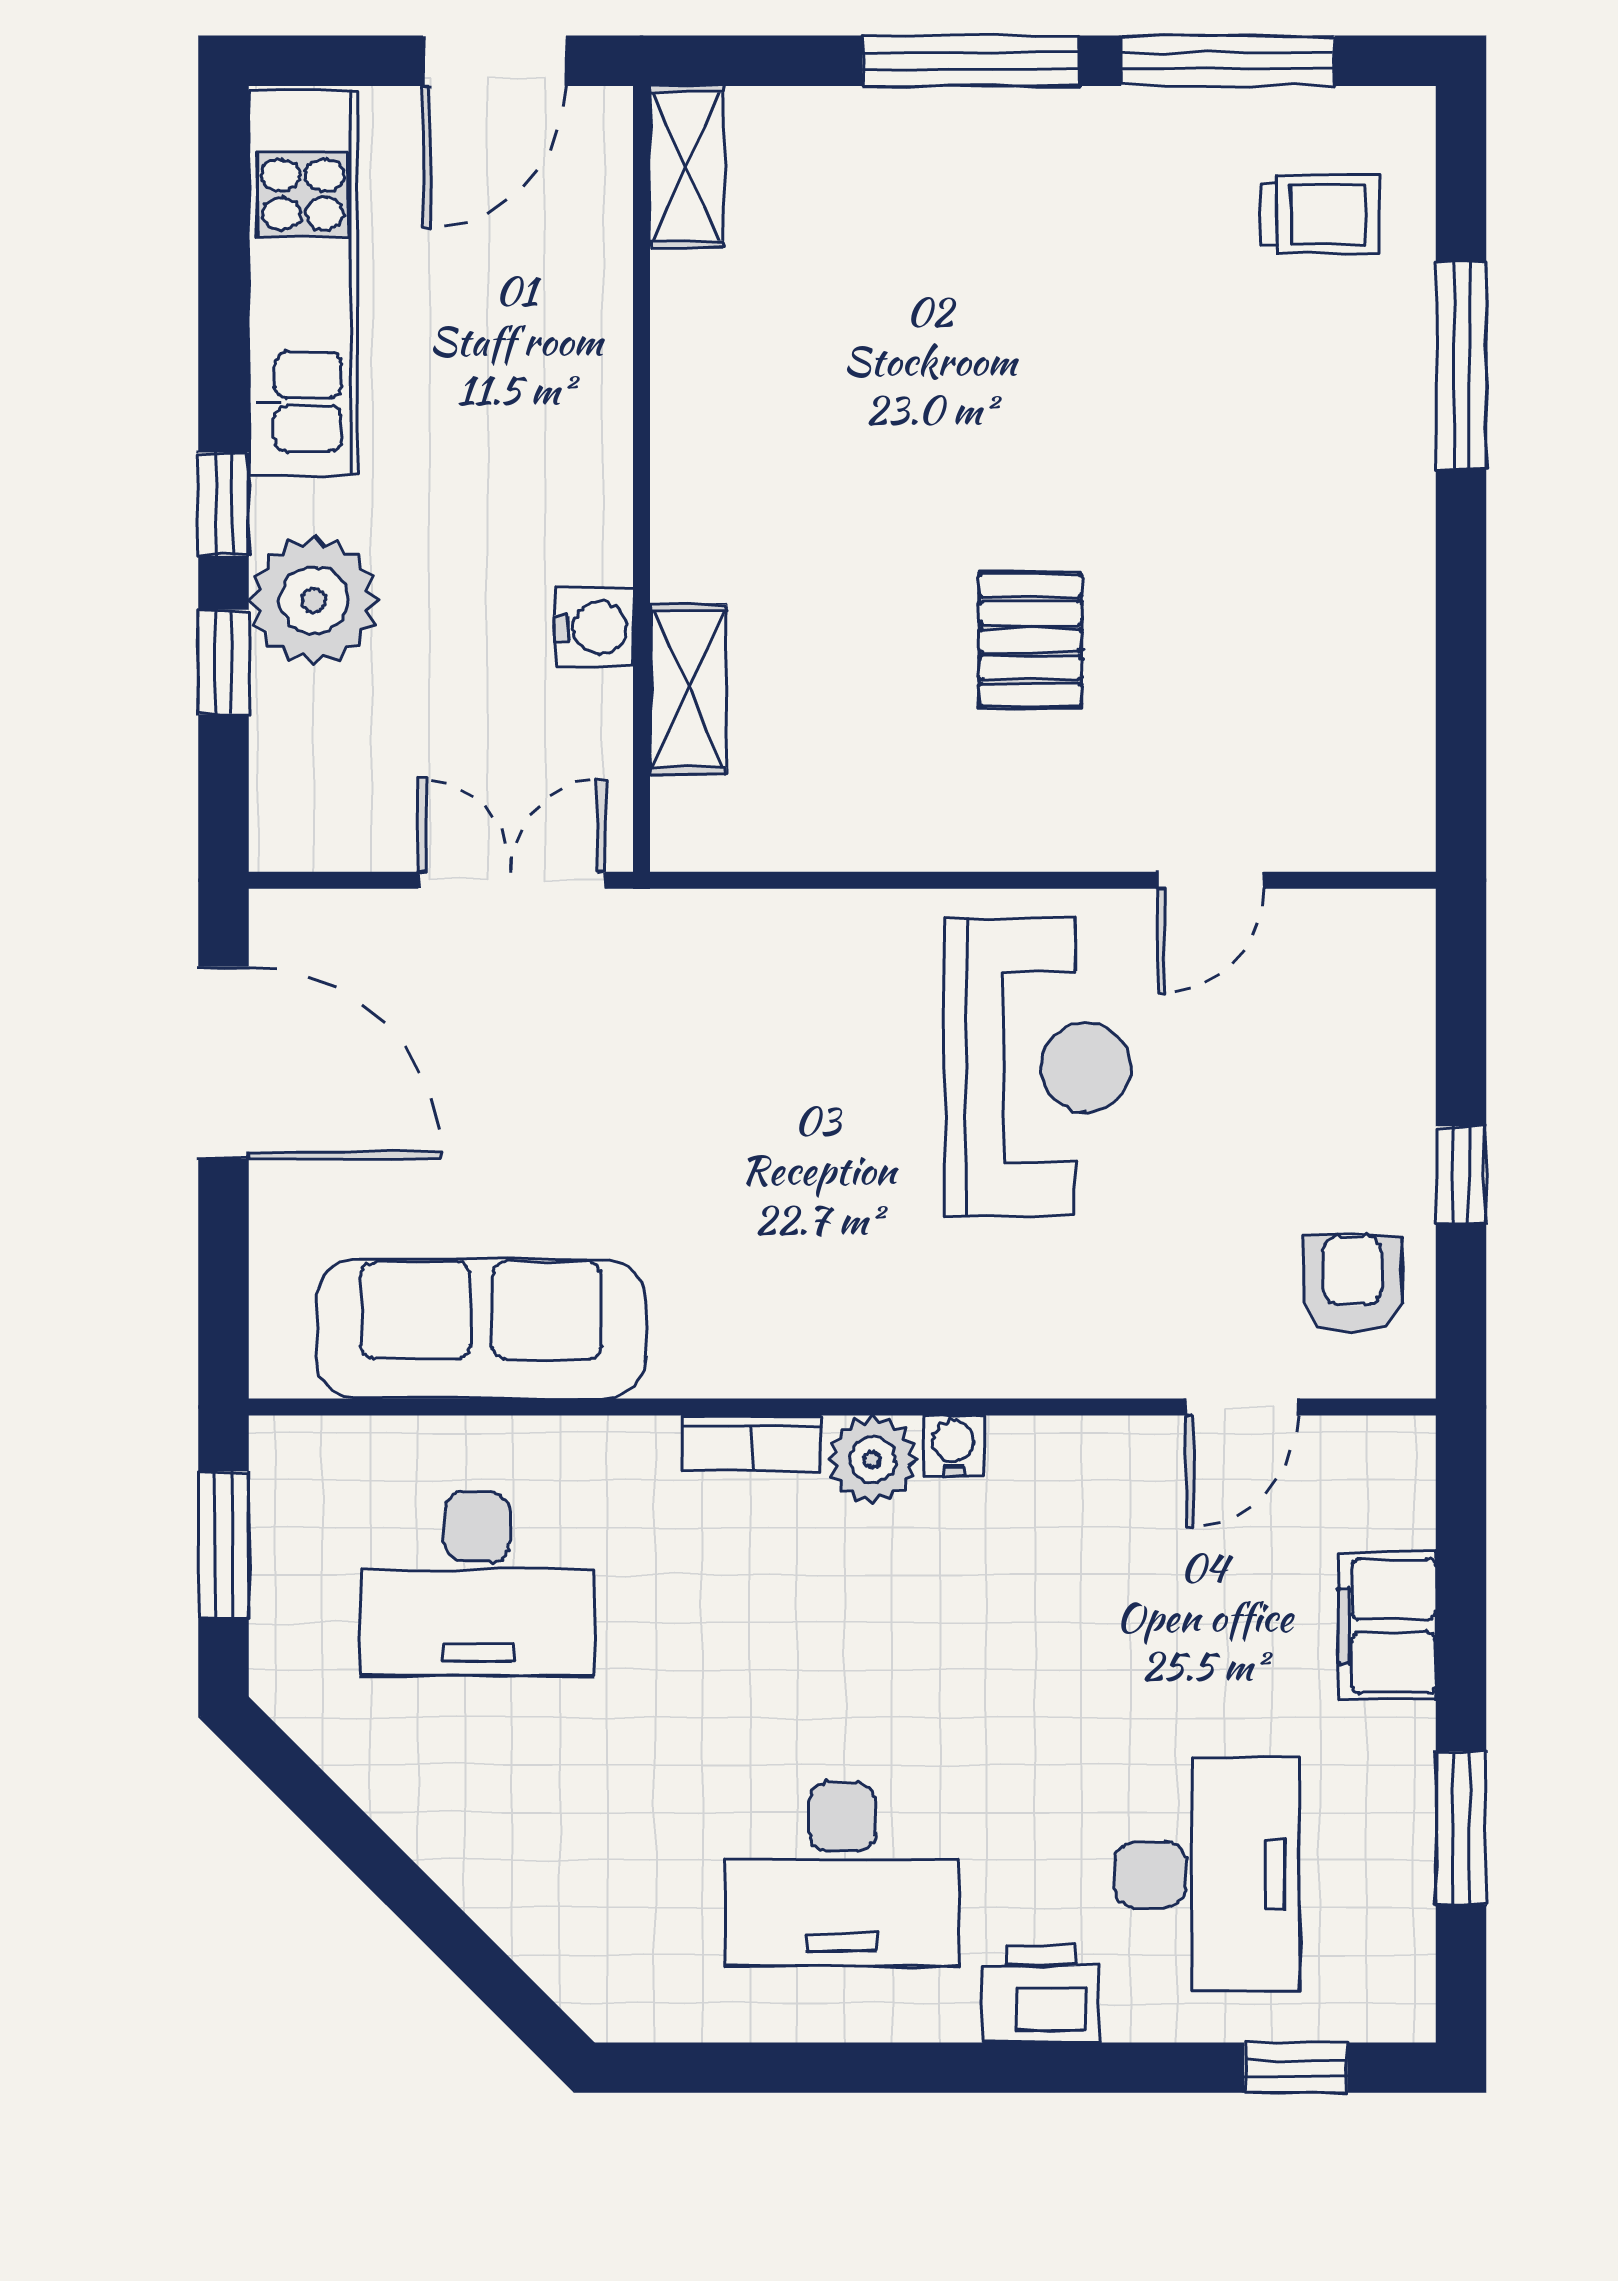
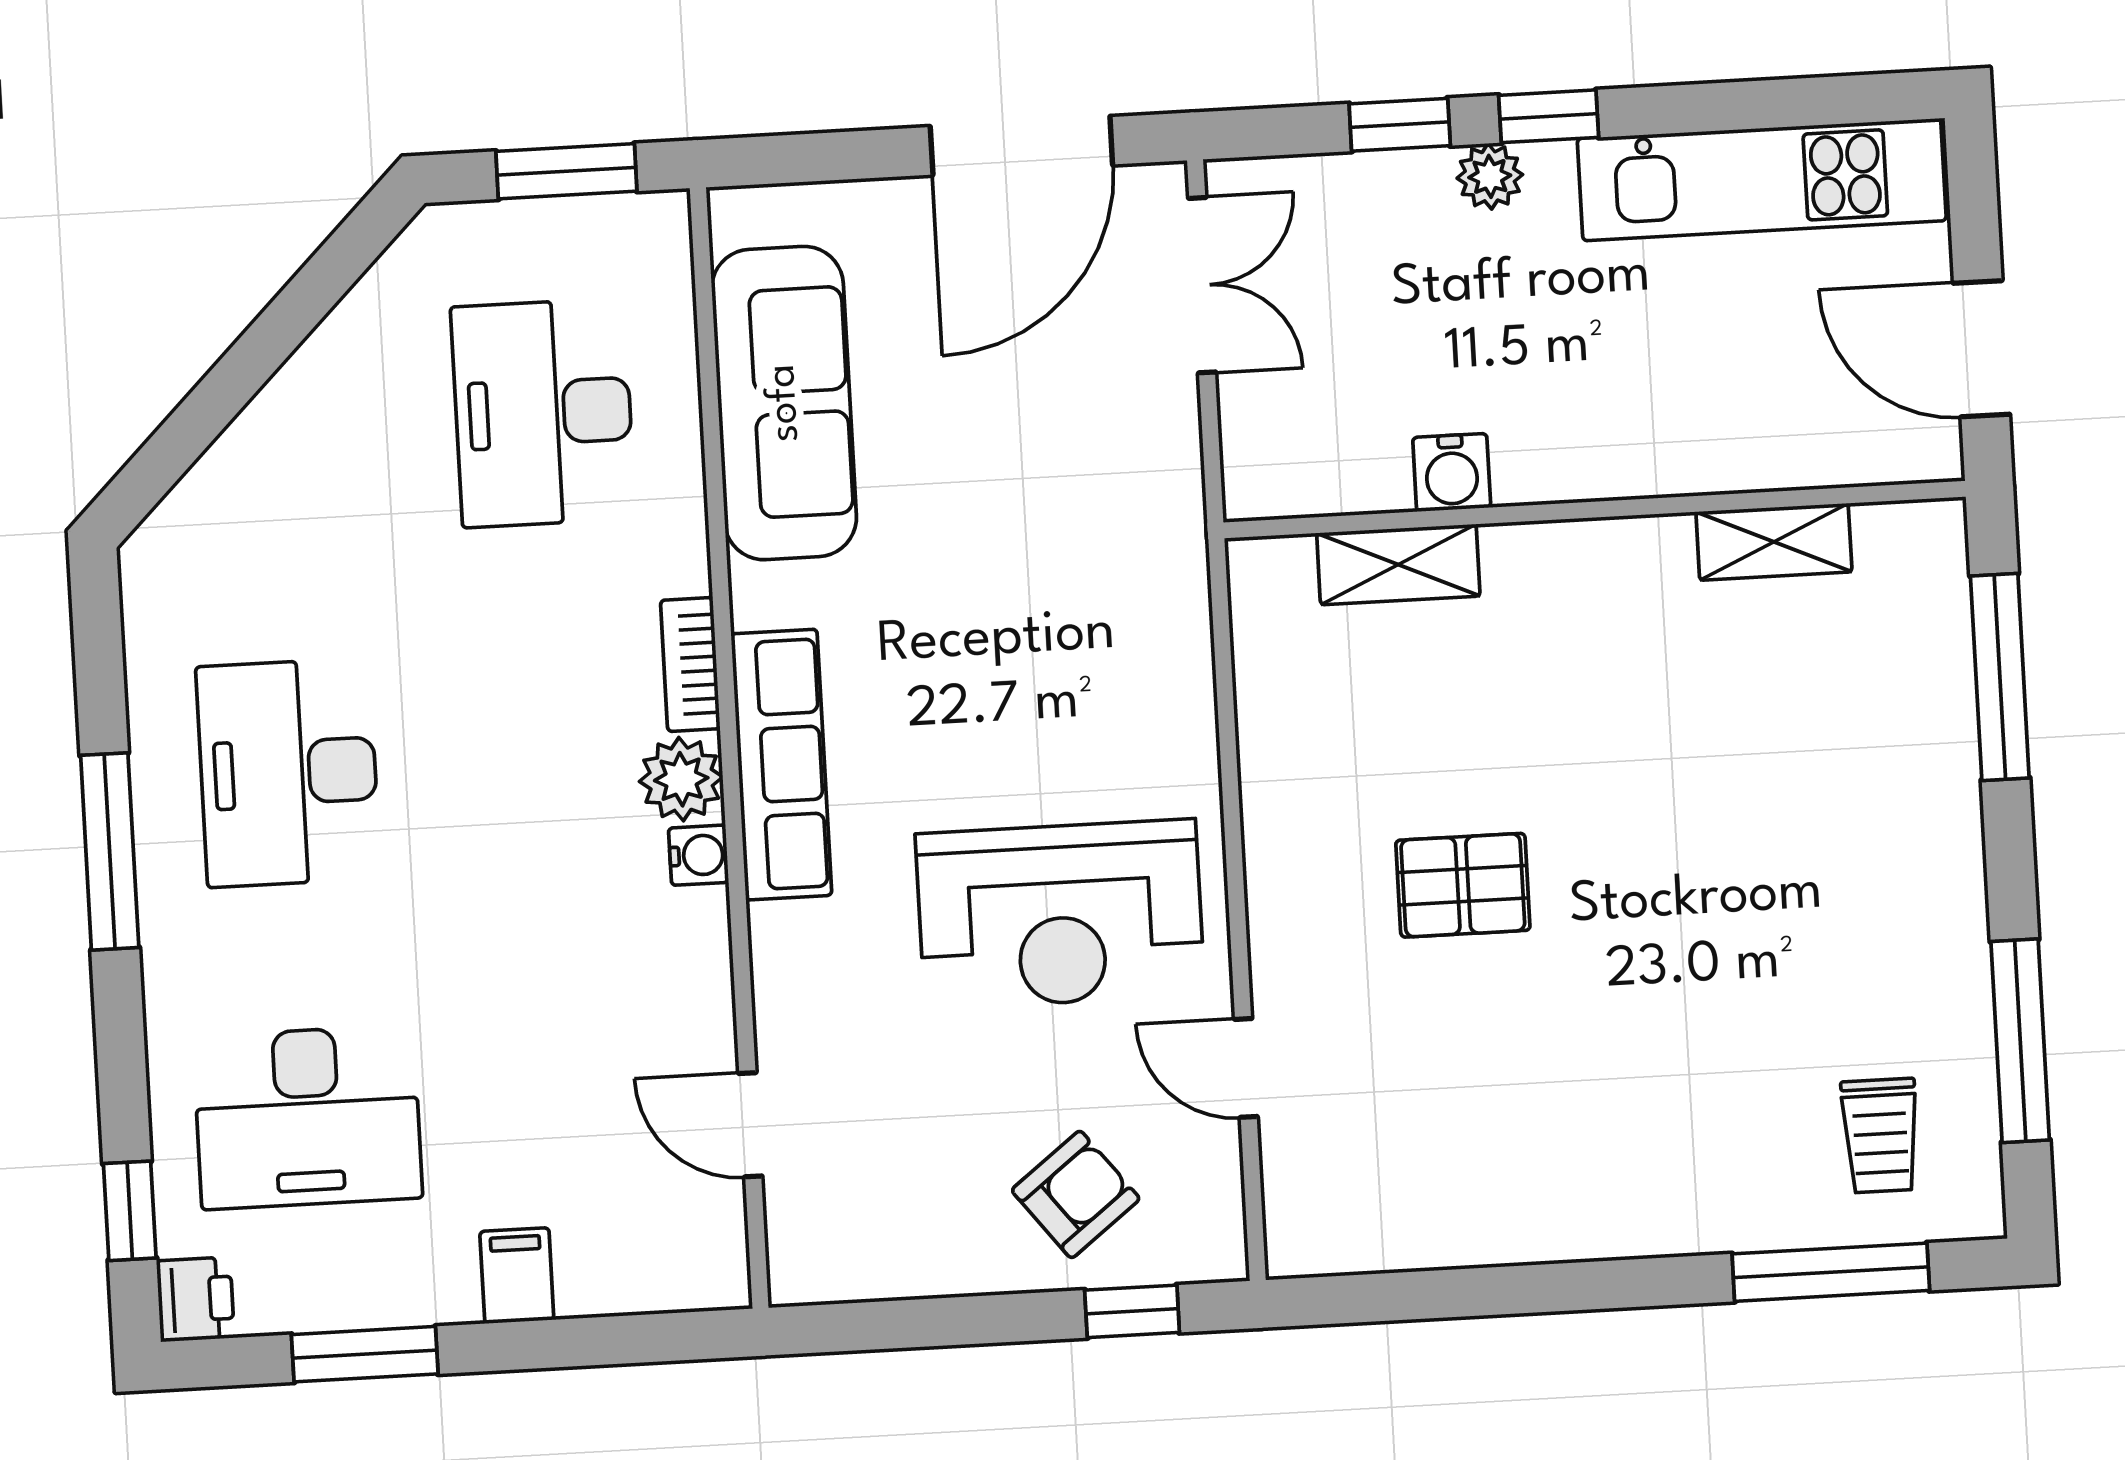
window: (971, 61) -> (2000, 677), moved
shelving: (686, 167) -> (1774, 542), moved
window: (1461, 366) -> (1831, 1272), moved
plant: (314, 600) -> (1490, 176), width x0.53, depth x0.53
double door: (512, 880) -> (1202, 285), moved
window: (1461, 1175) -> (1132, 1311), moved
armchair: (1352, 1284) -> (1076, 1194), moved, turned -38
row of seats: (863, 1353) -> (781, 765), added
filing cabinet: (1387, 1626) -> (517, 1276), width x0.50
printer: (1041, 1994) -> (195, 1299), moved, width x0.73, depth x0.81
window: (915, 2068) -> (110, 851), added

